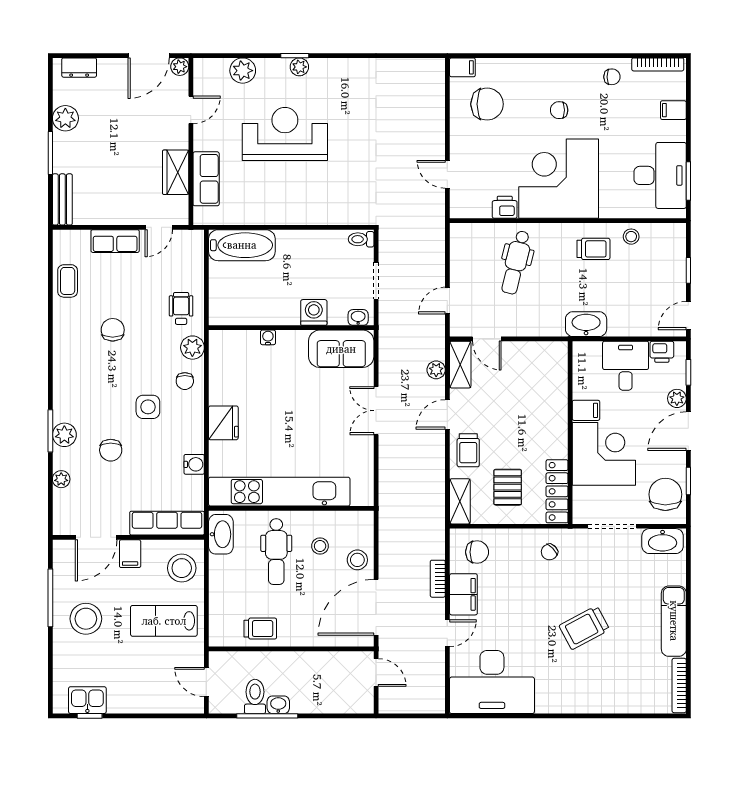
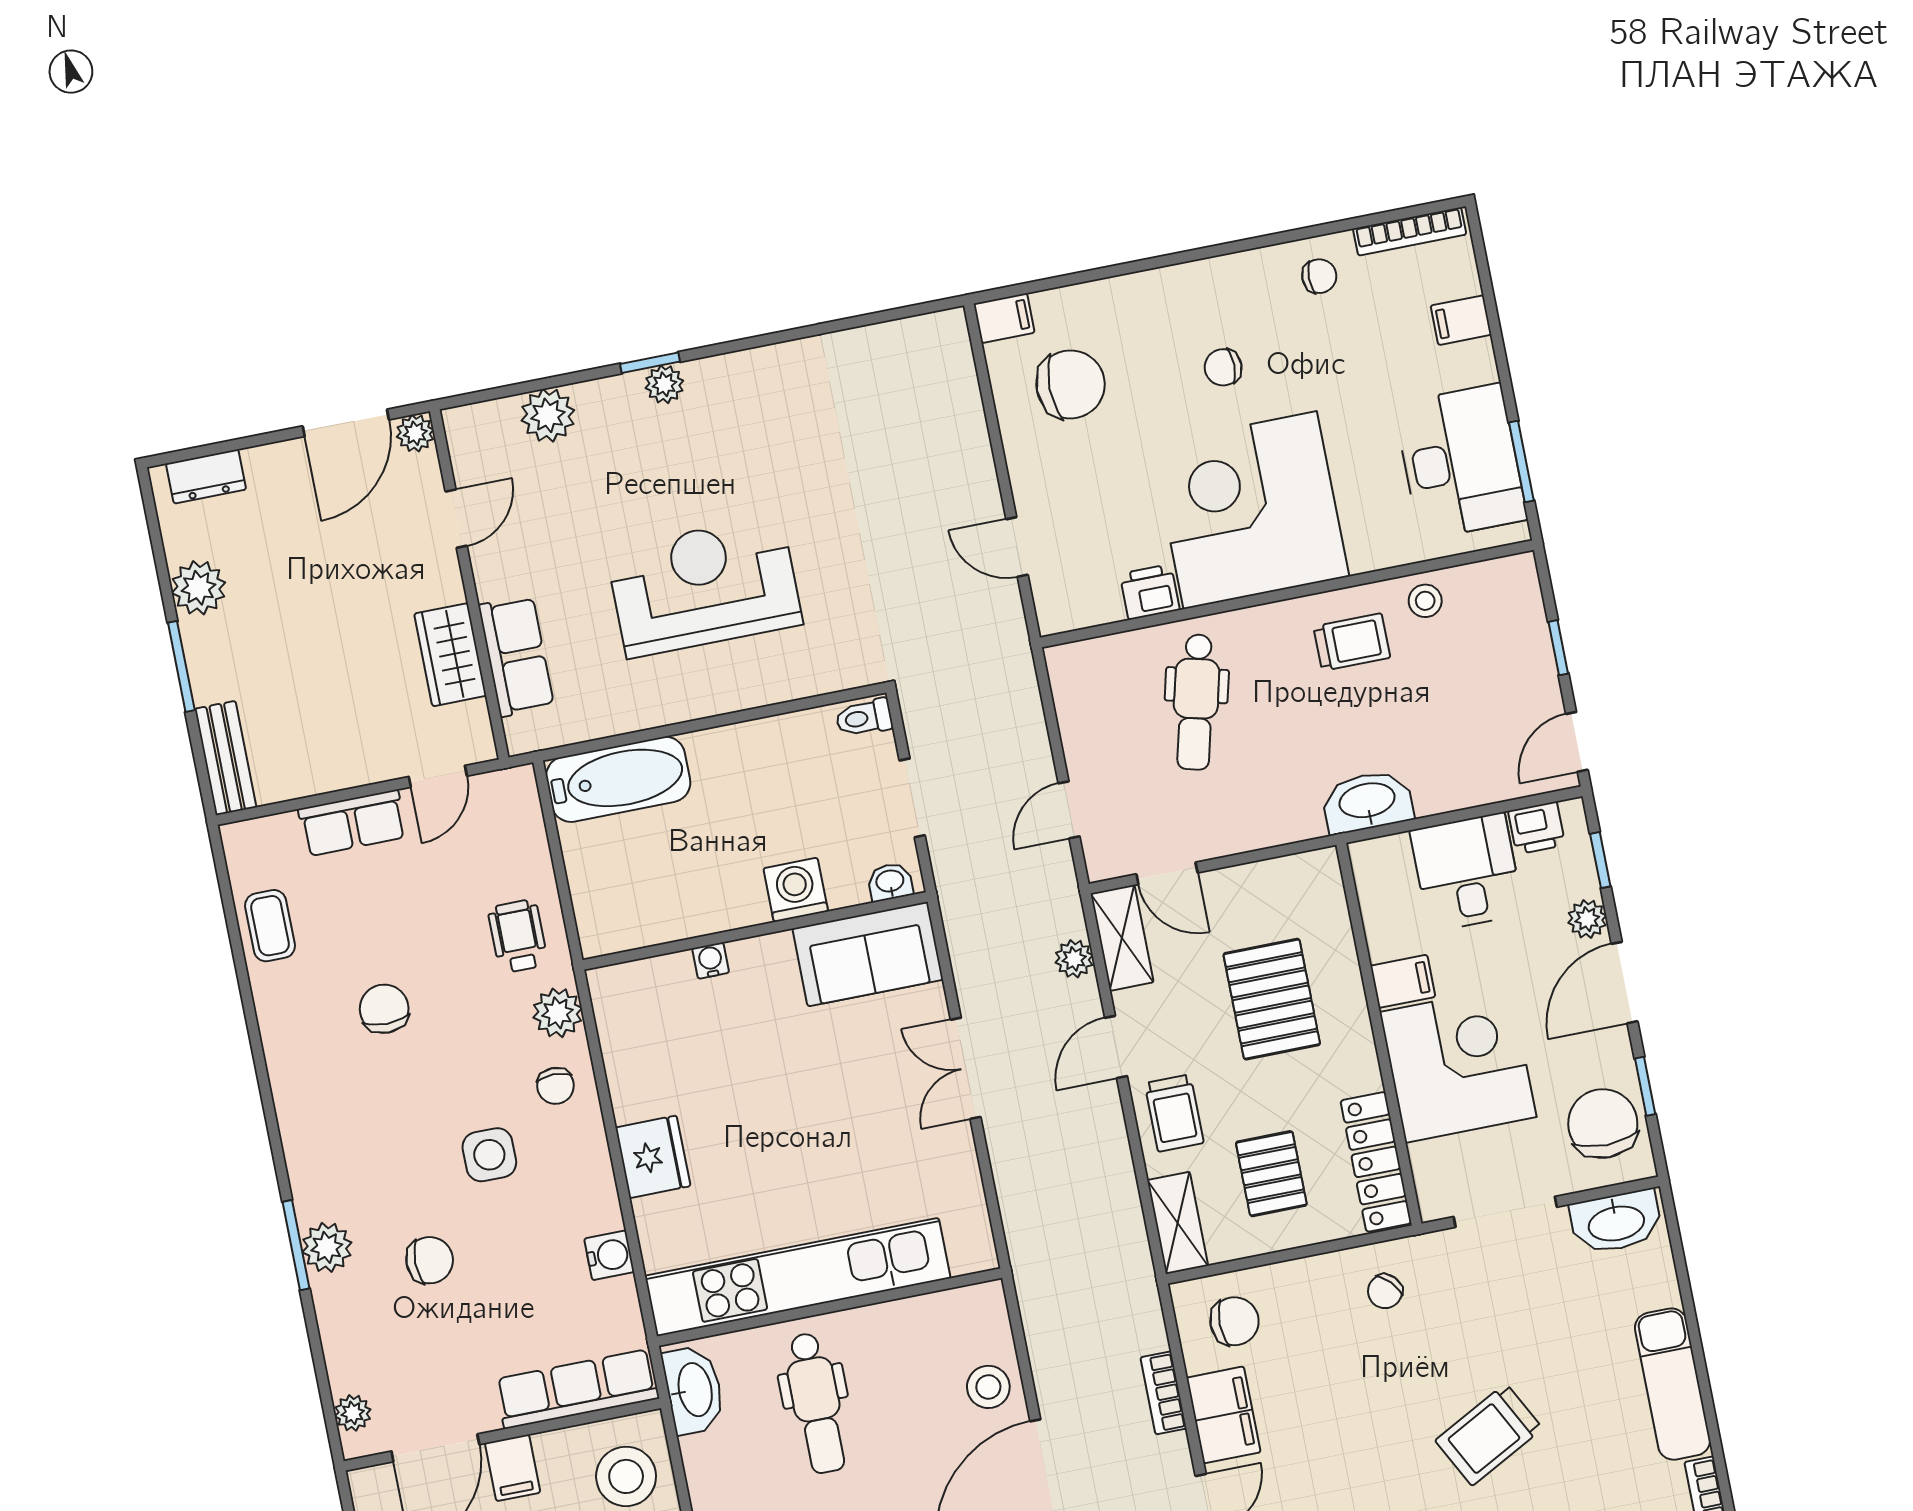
reception desk: (285, 134) -> (704, 587), moved
pallet: (524, 407) -> (1272, 999), added
chair: (111, 450) -> (430, 1260), turned -90
plant: (61, 479) -> (353, 1413), moved
stool: (320, 546) -> (905, 1373), removed

